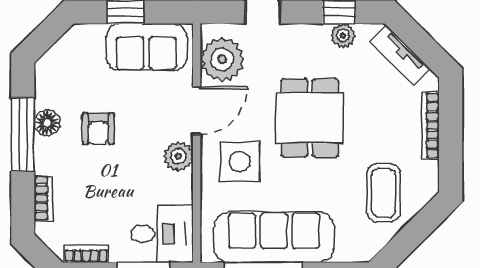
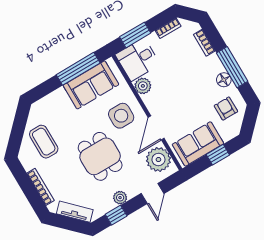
plant: (343, 35) -> (120, 198), moved
armchair: (98, 129) -> (226, 108), moved
plant: (178, 156) -> (143, 86), moved
sofa: (274, 237) -> (91, 85), width x0.73

